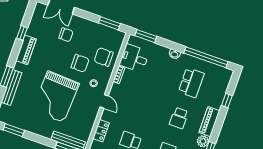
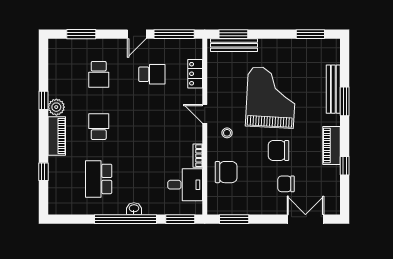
window: (206, 57) -> (126, 219), moved
chair: (80, 63) -> (279, 150), moved

